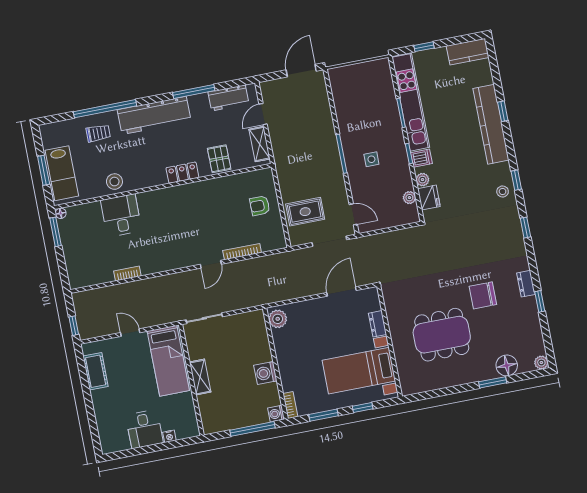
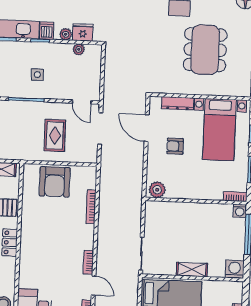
armchair: (260, 206) -> (55, 182), width x1.88, depth x1.88
rug: (305, 212) -> (55, 135), moved
door: (353, 214) -> (82, 102), swing flipped
bookcase: (181, 263) -> (88, 262), added
door: (211, 264) -> (94, 286), moved
dresser: (377, 324) -> (178, 103), width x1.44
armchair: (329, 327) -> (175, 146), added
washing machine: (265, 373) -> (235, 269), moved, turned 180

